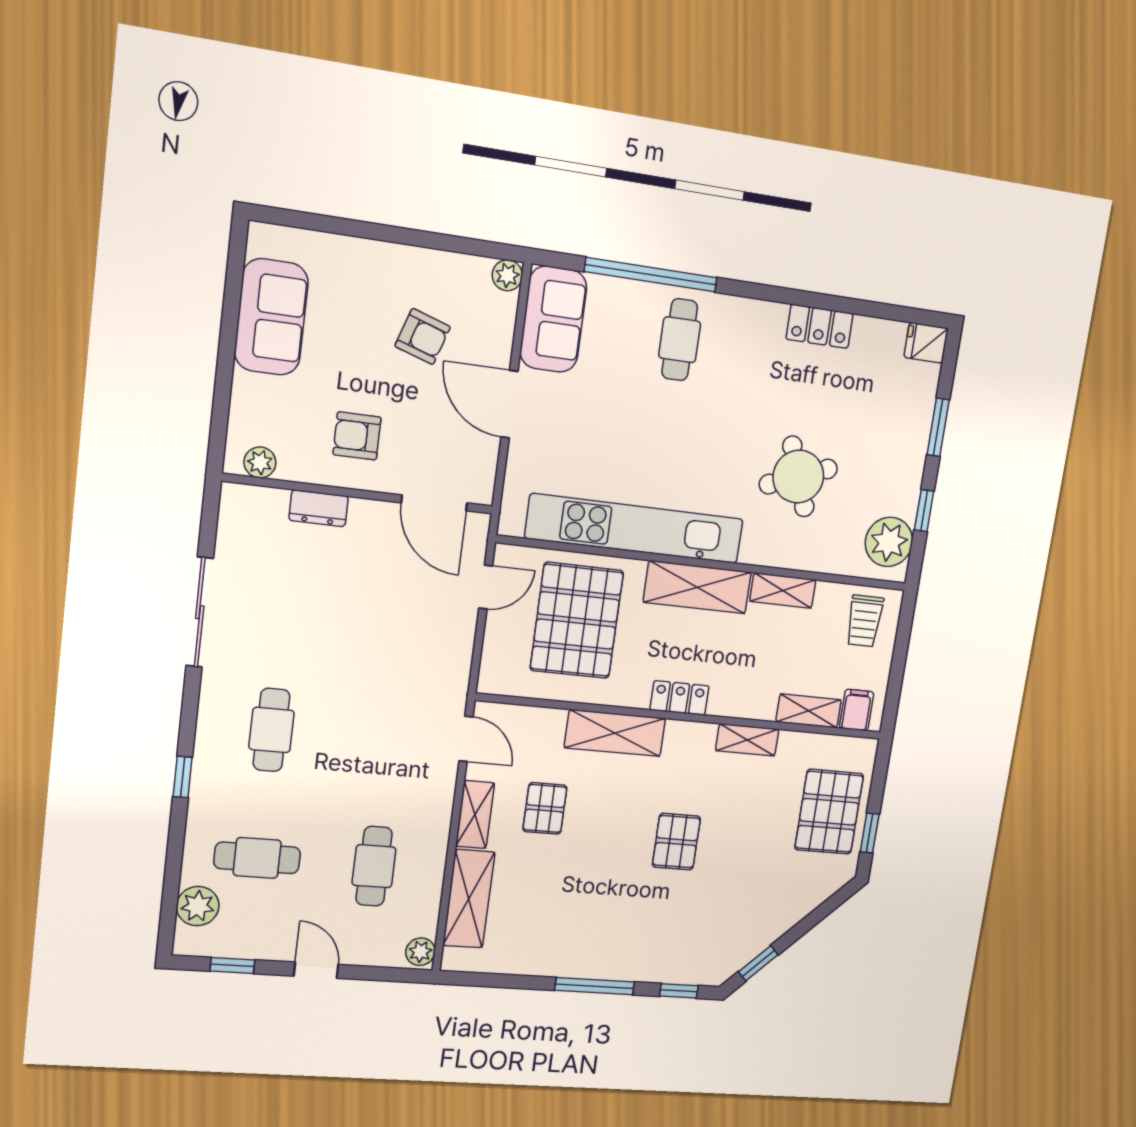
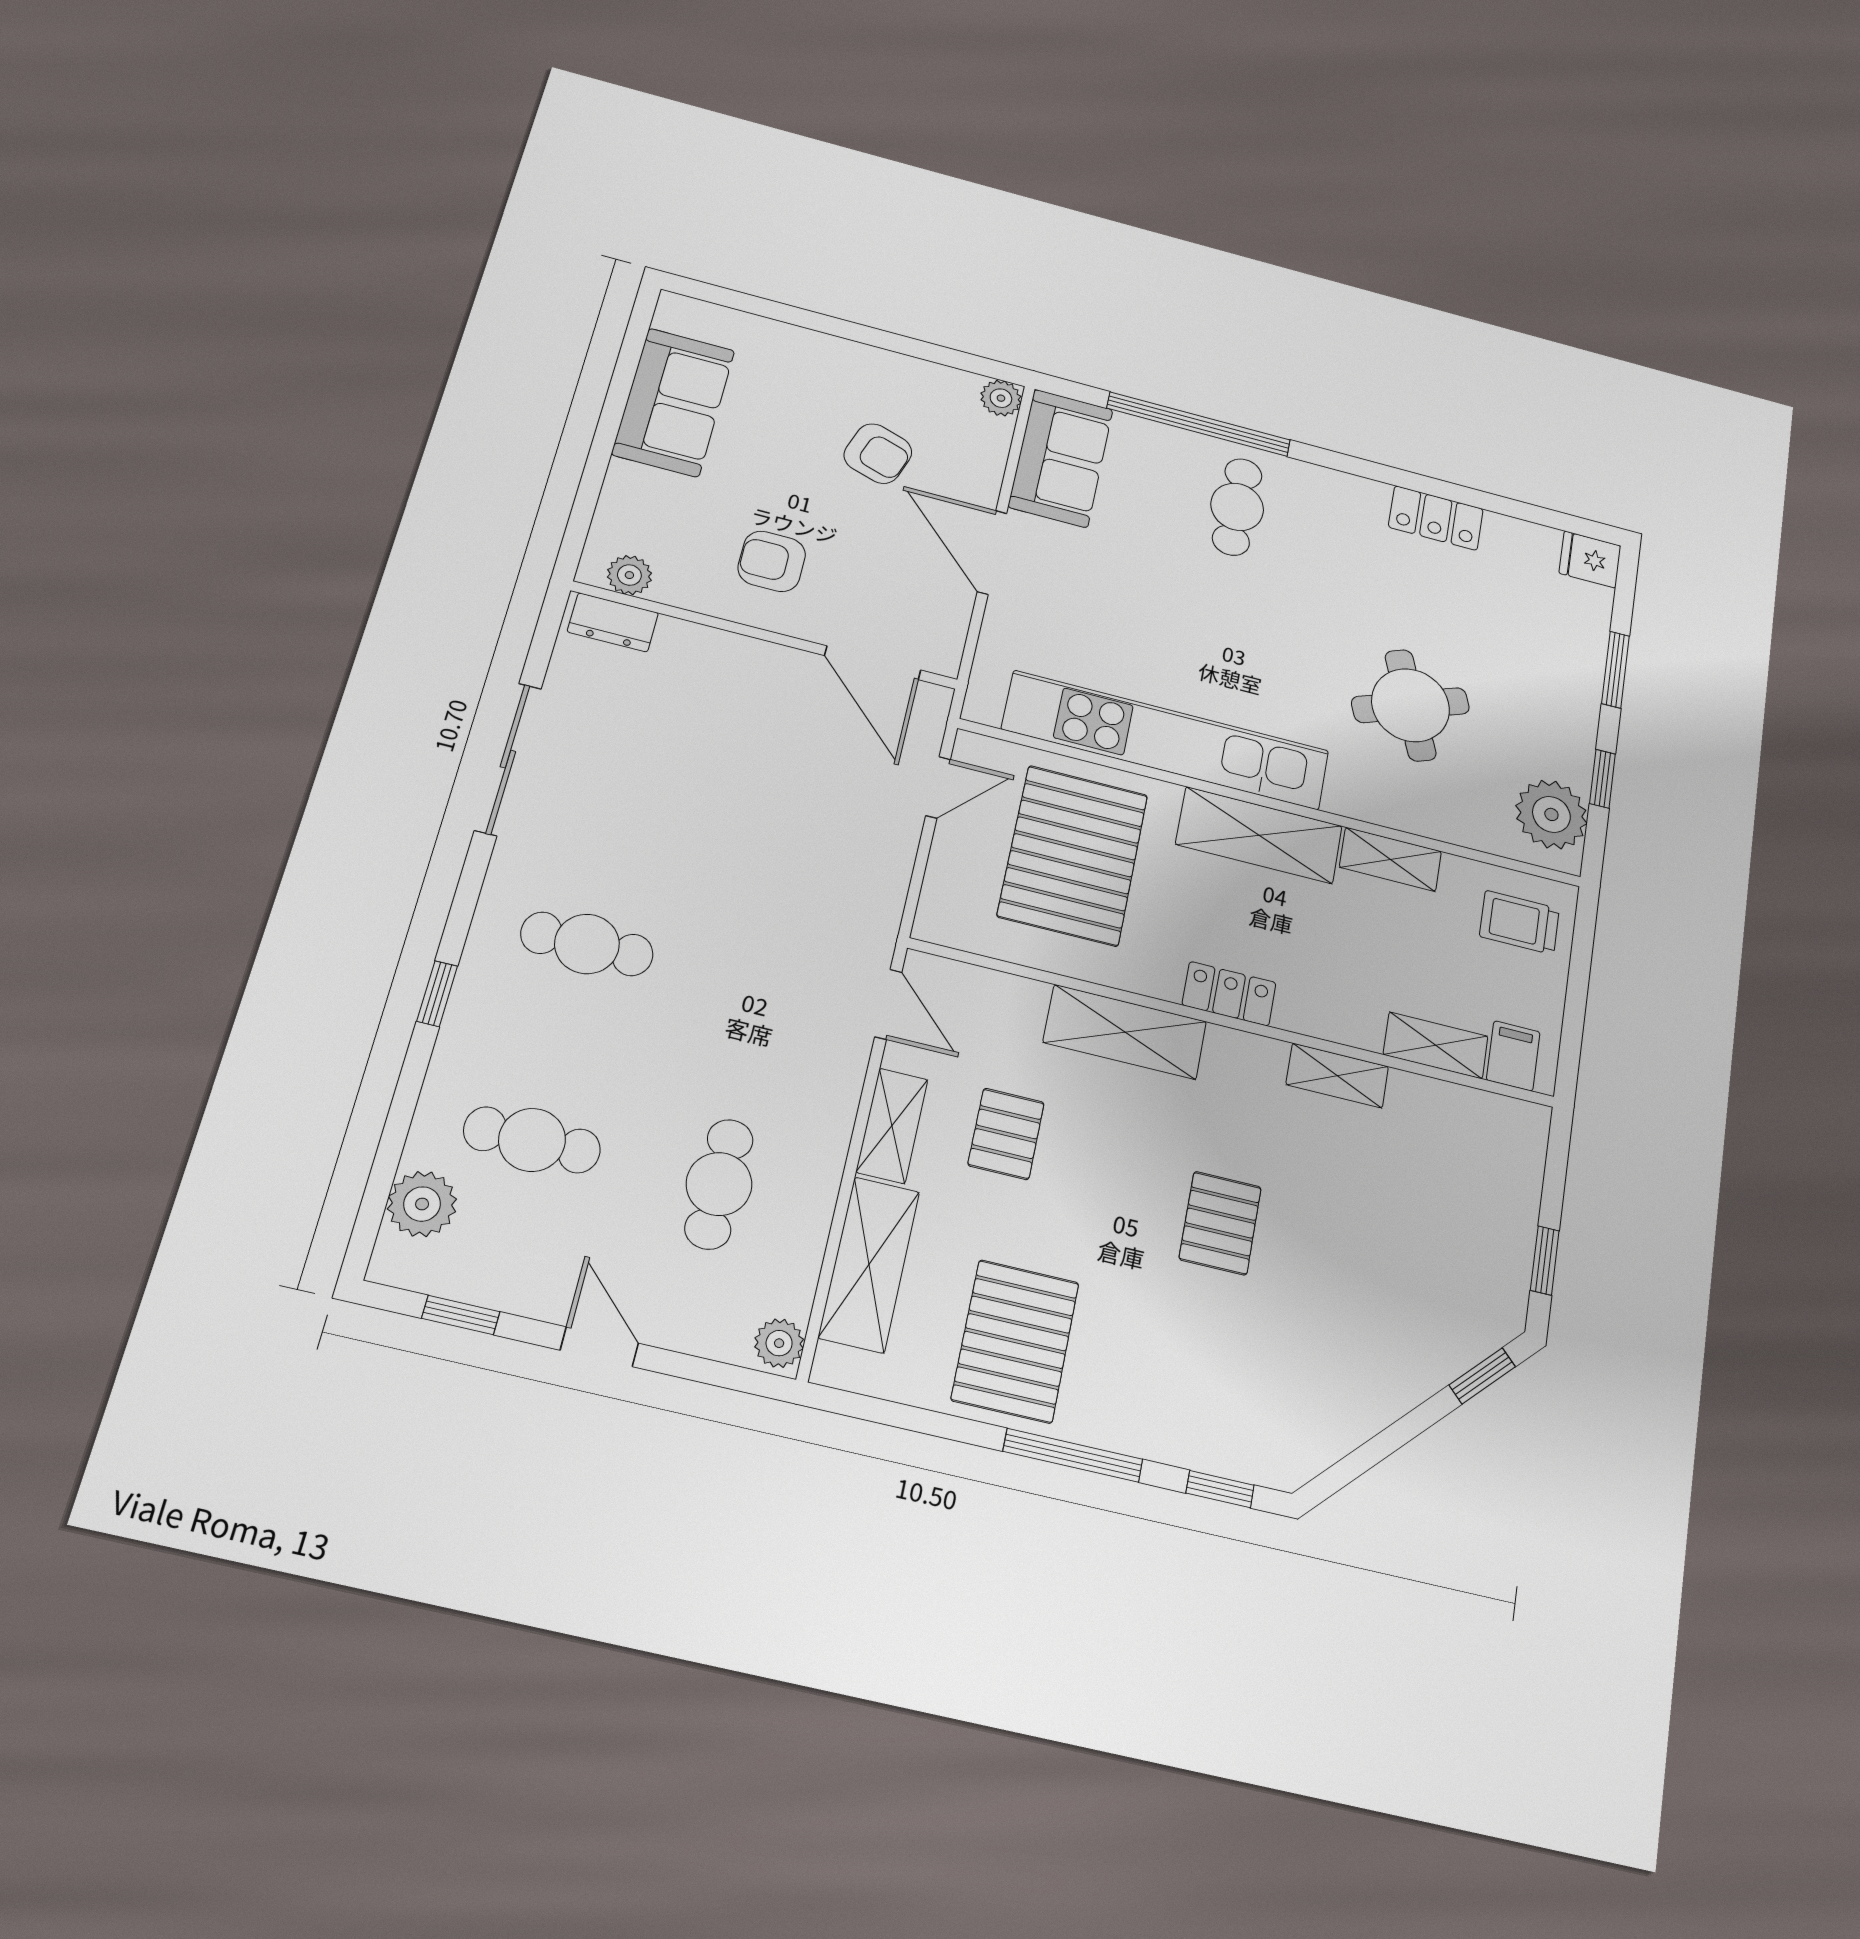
dresser: (319, 508) -> (613, 622), moved
trolley: (864, 621) -> (1519, 923), turned 90
cafe table: (271, 730) -> (587, 944), turned 90
pallet: (829, 812) -> (1015, 1341), moved
window: (758, 963) -> (1482, 1376), moved

